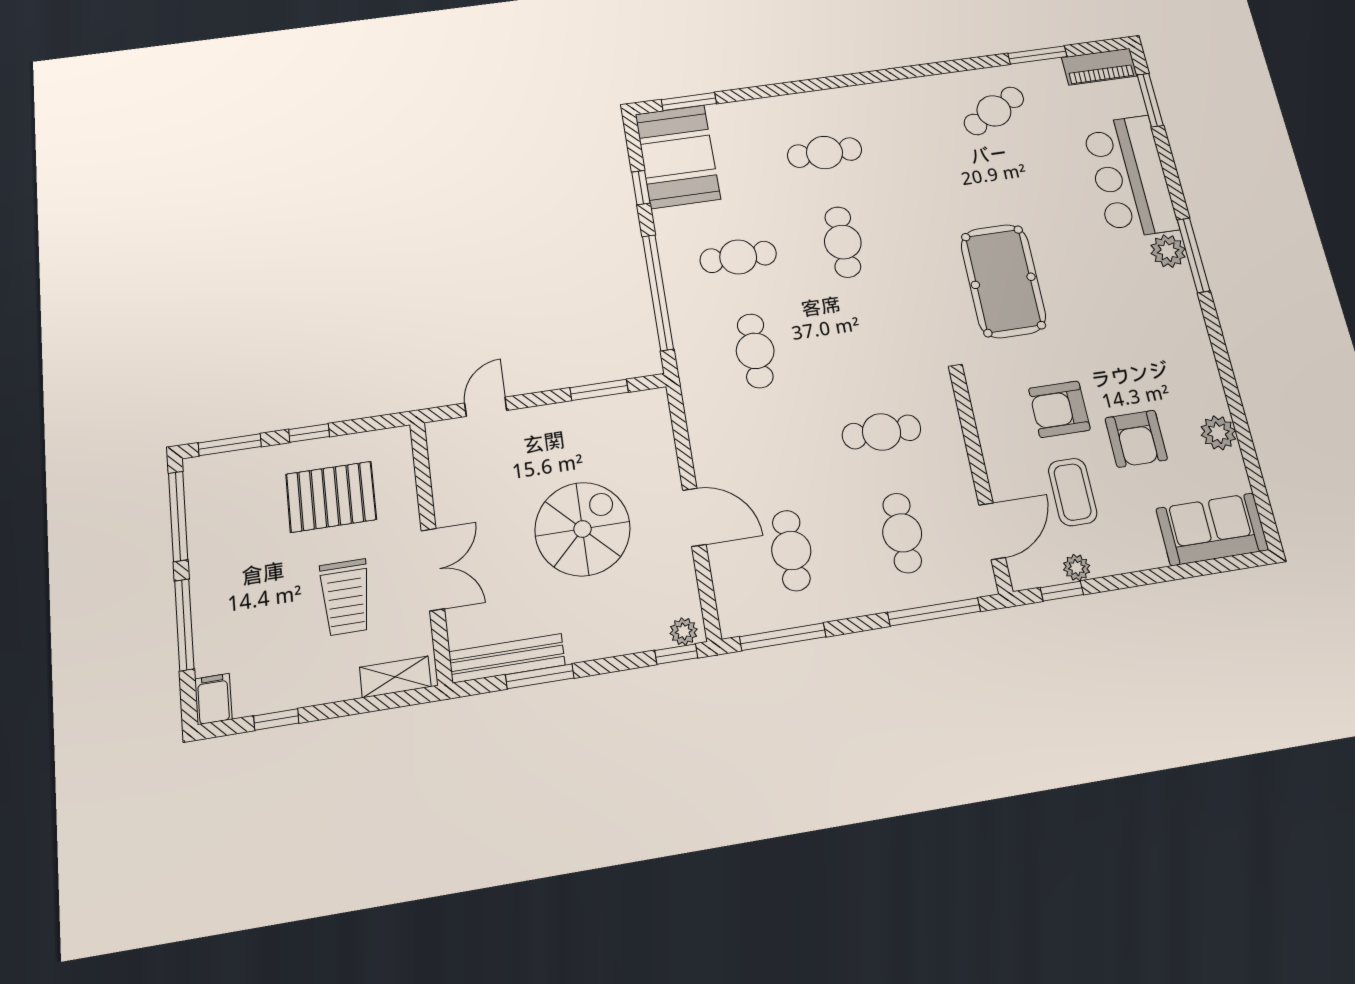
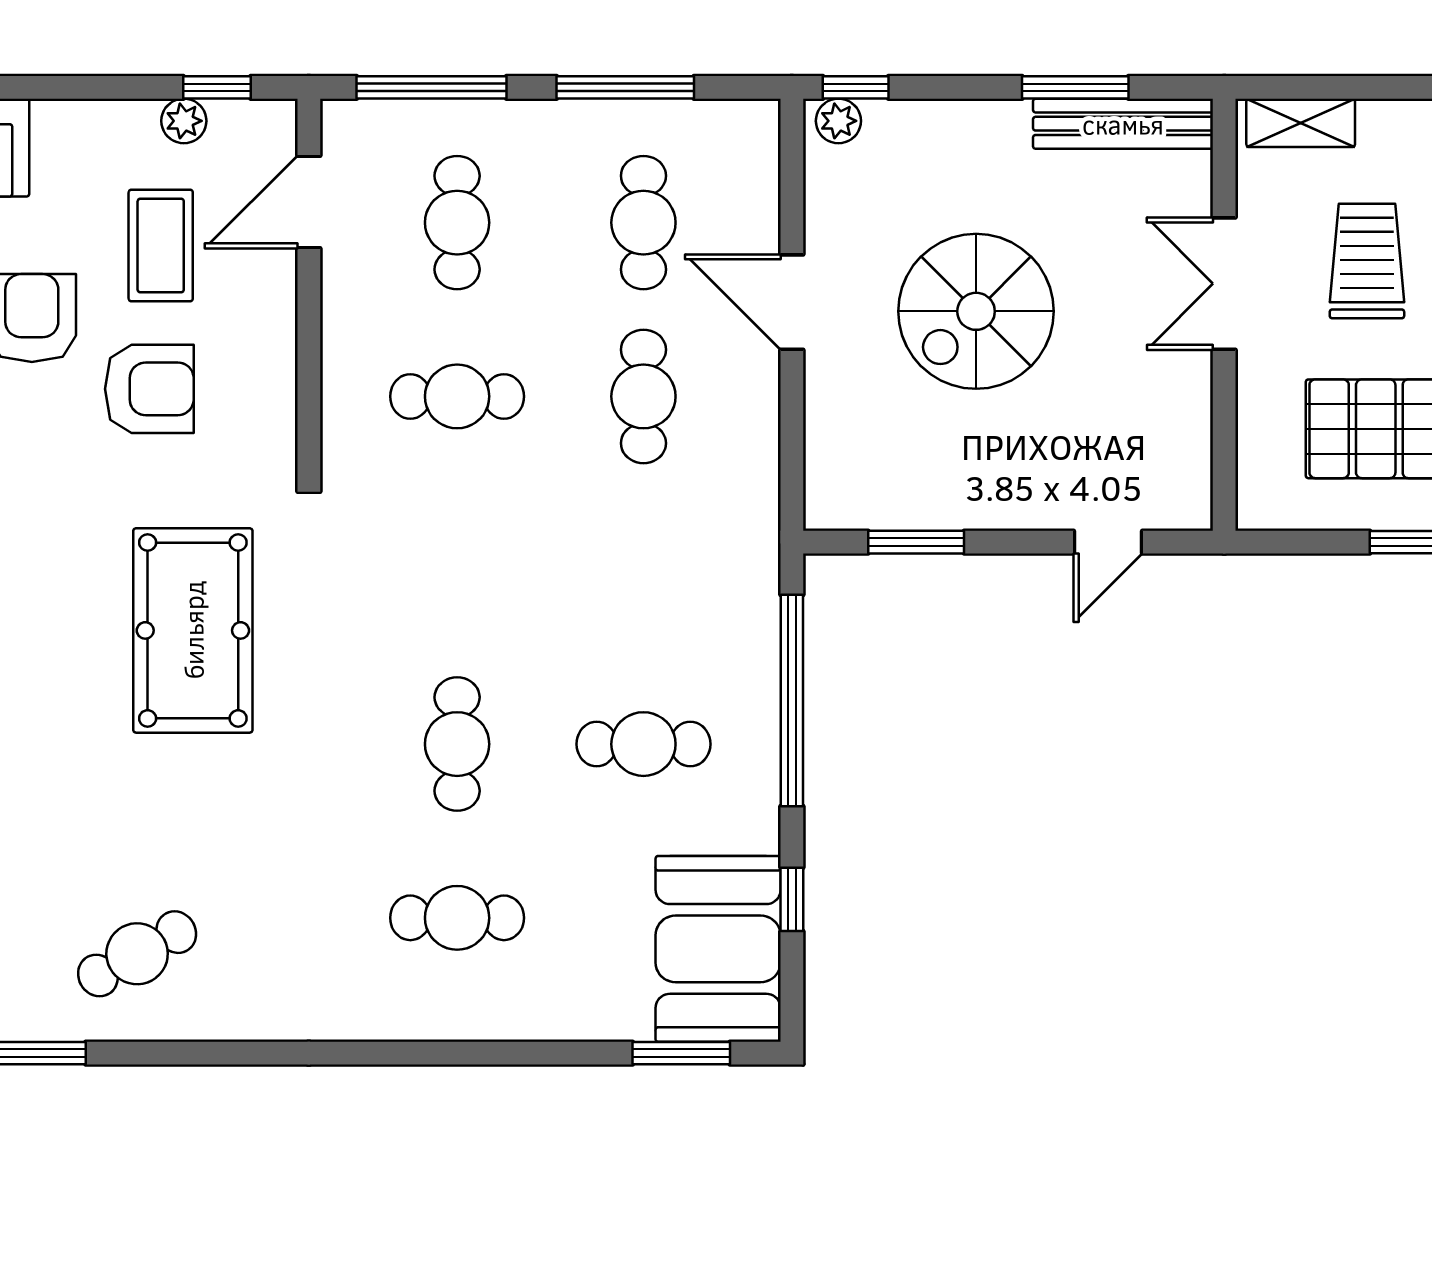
cafe table: (755, 351) -> (643, 396), moved
window: (783, 637) -> (625, 87), moved

